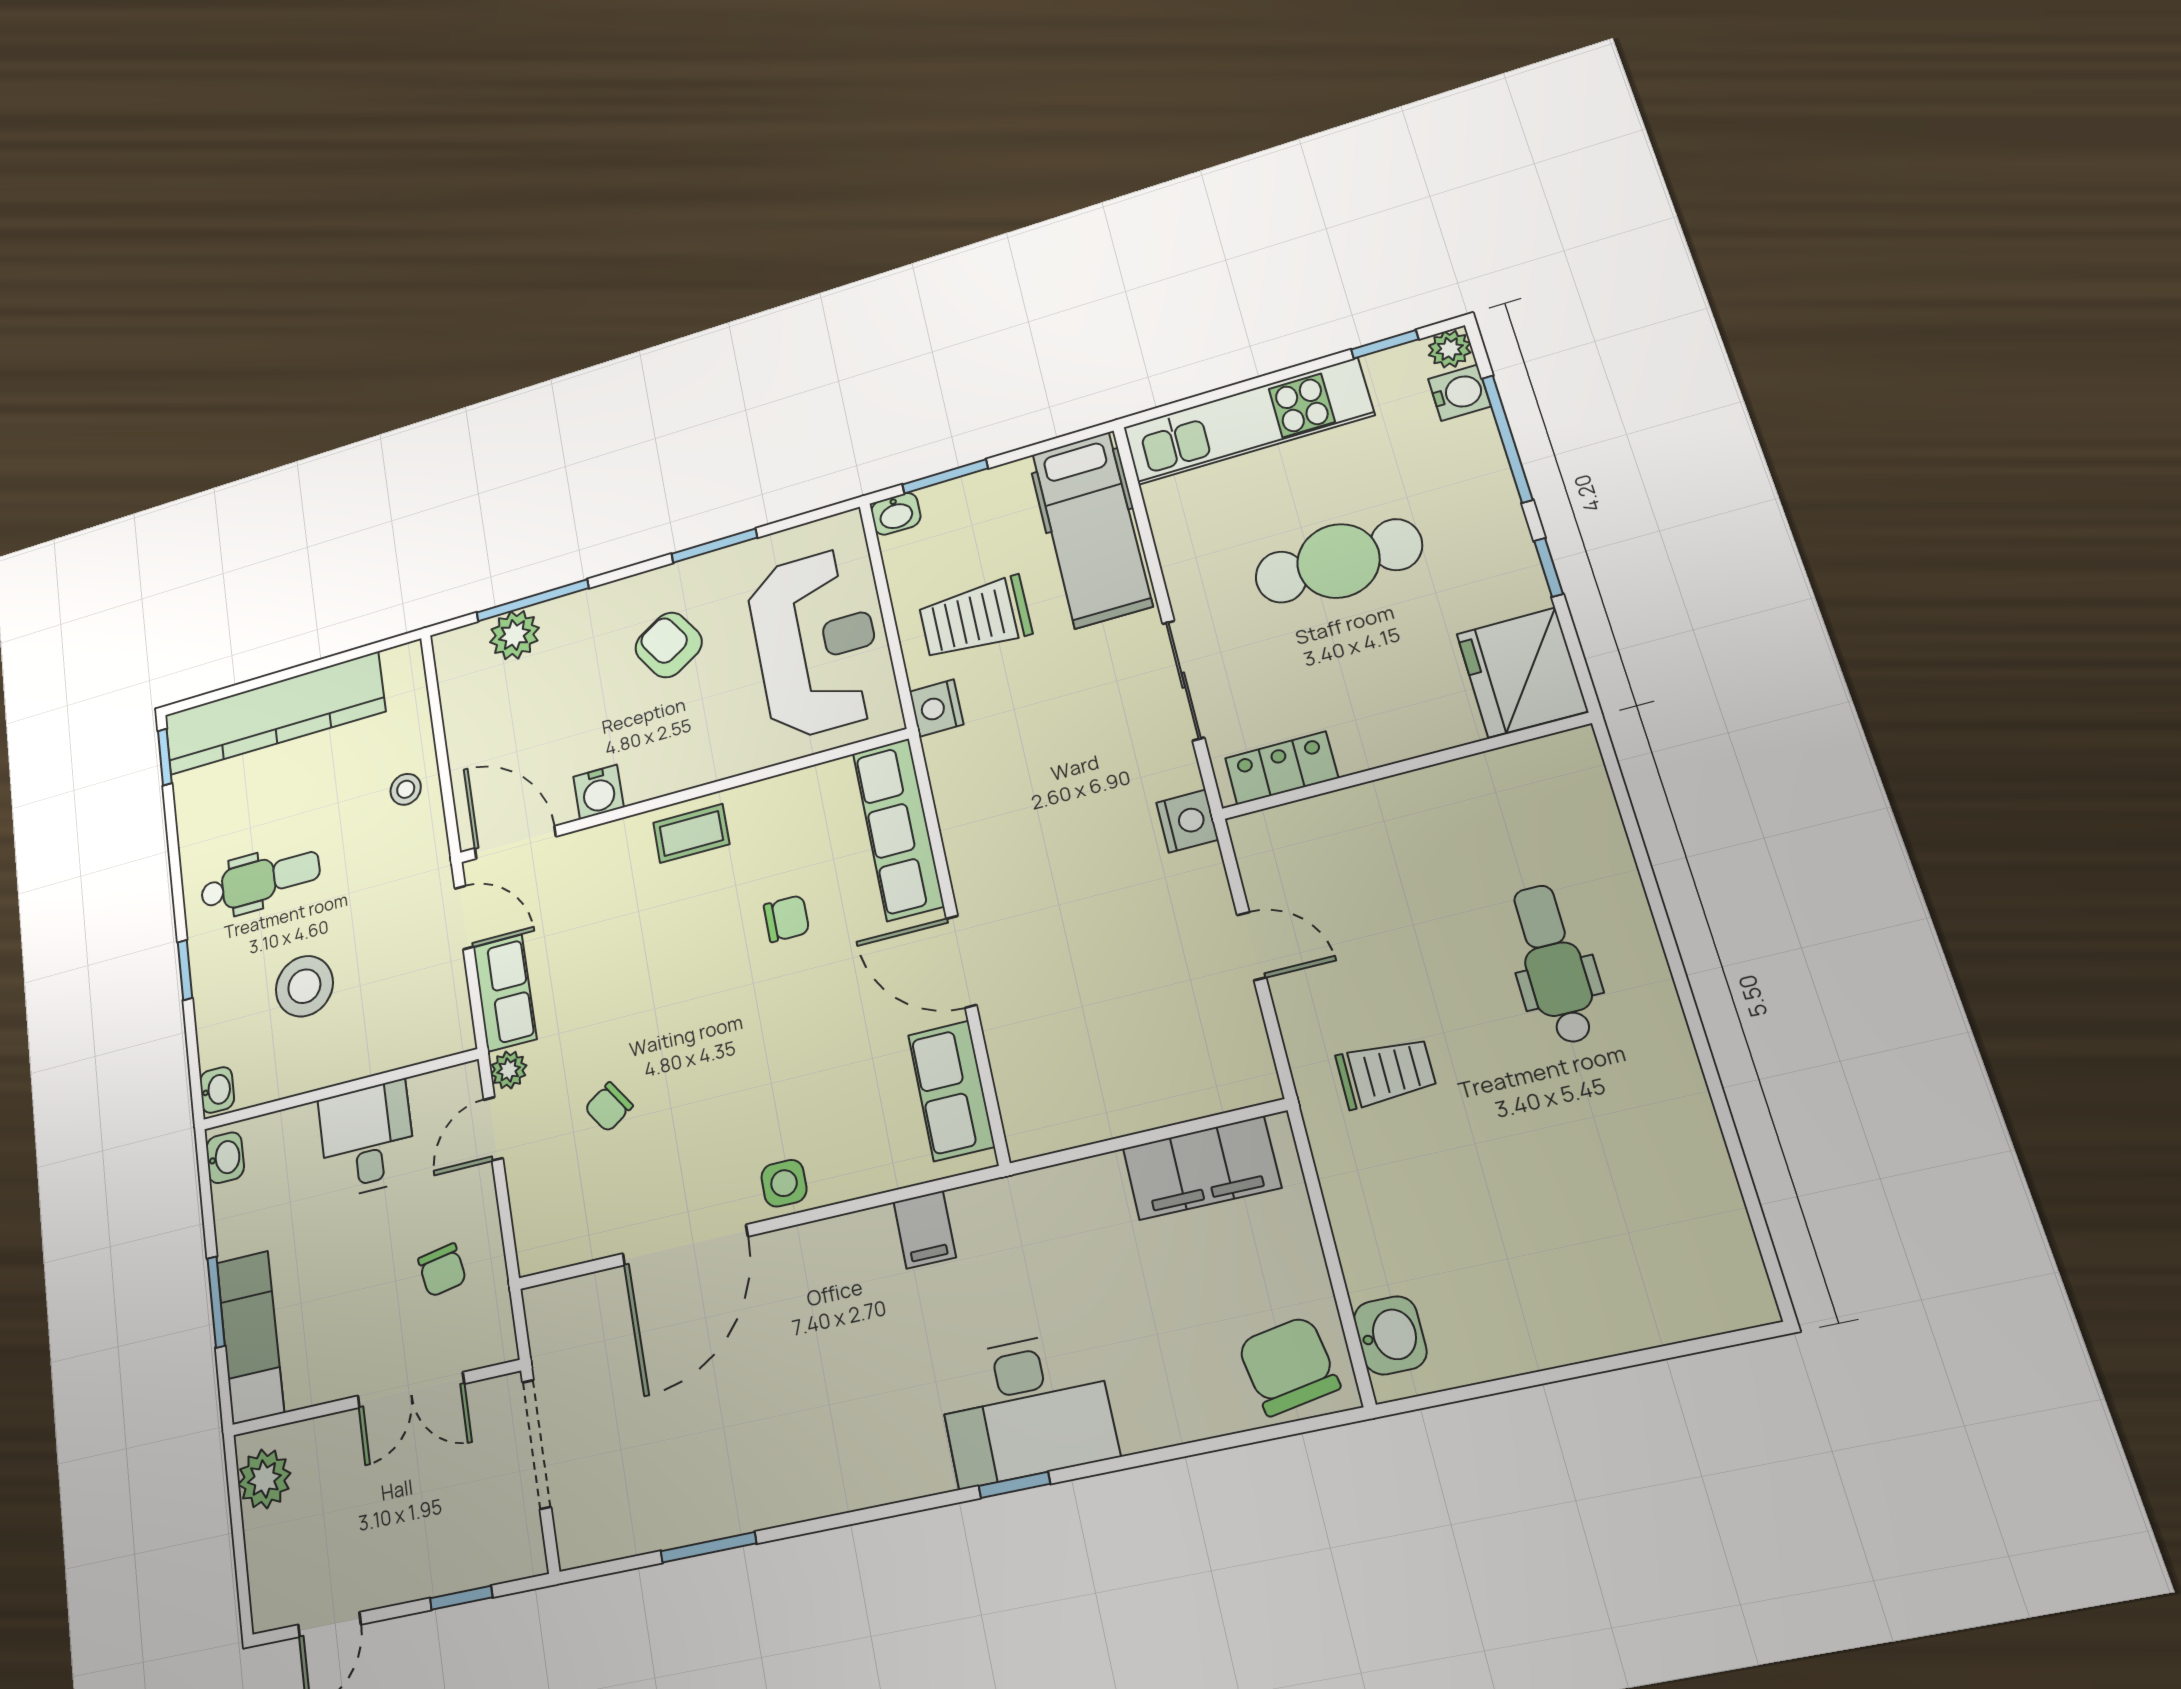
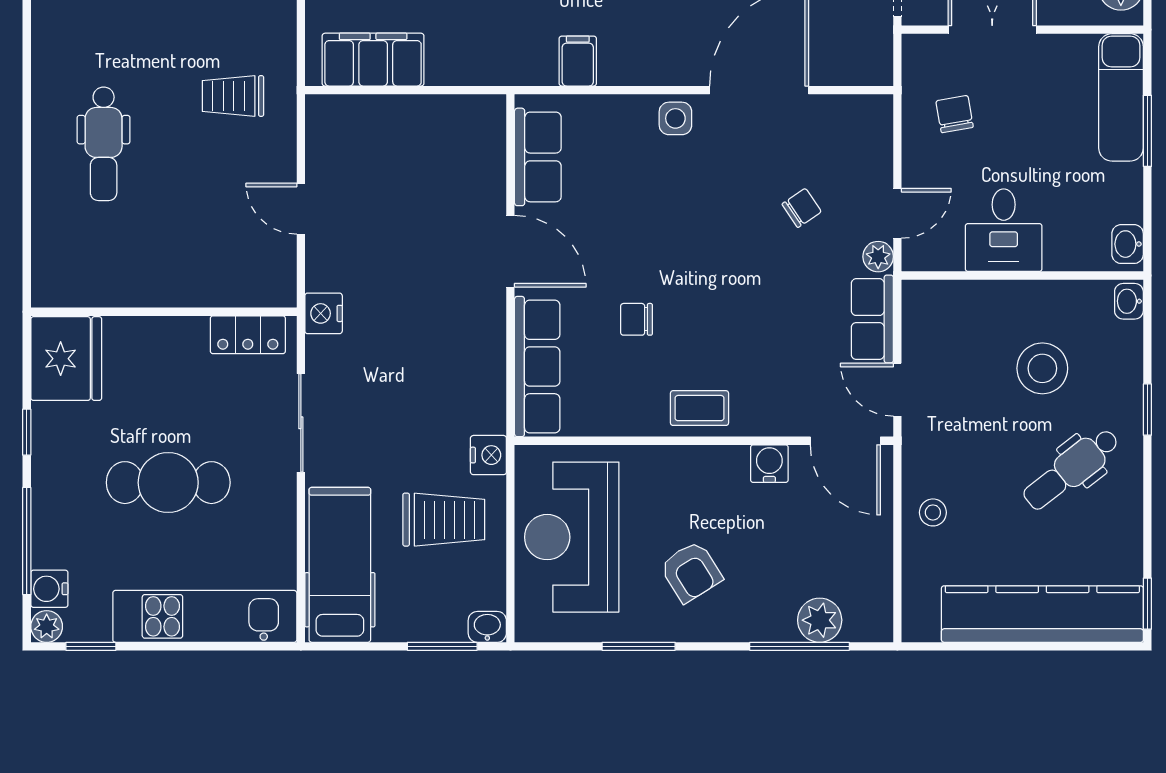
dental chair: (260, 880) -> (1071, 469), turned -38

